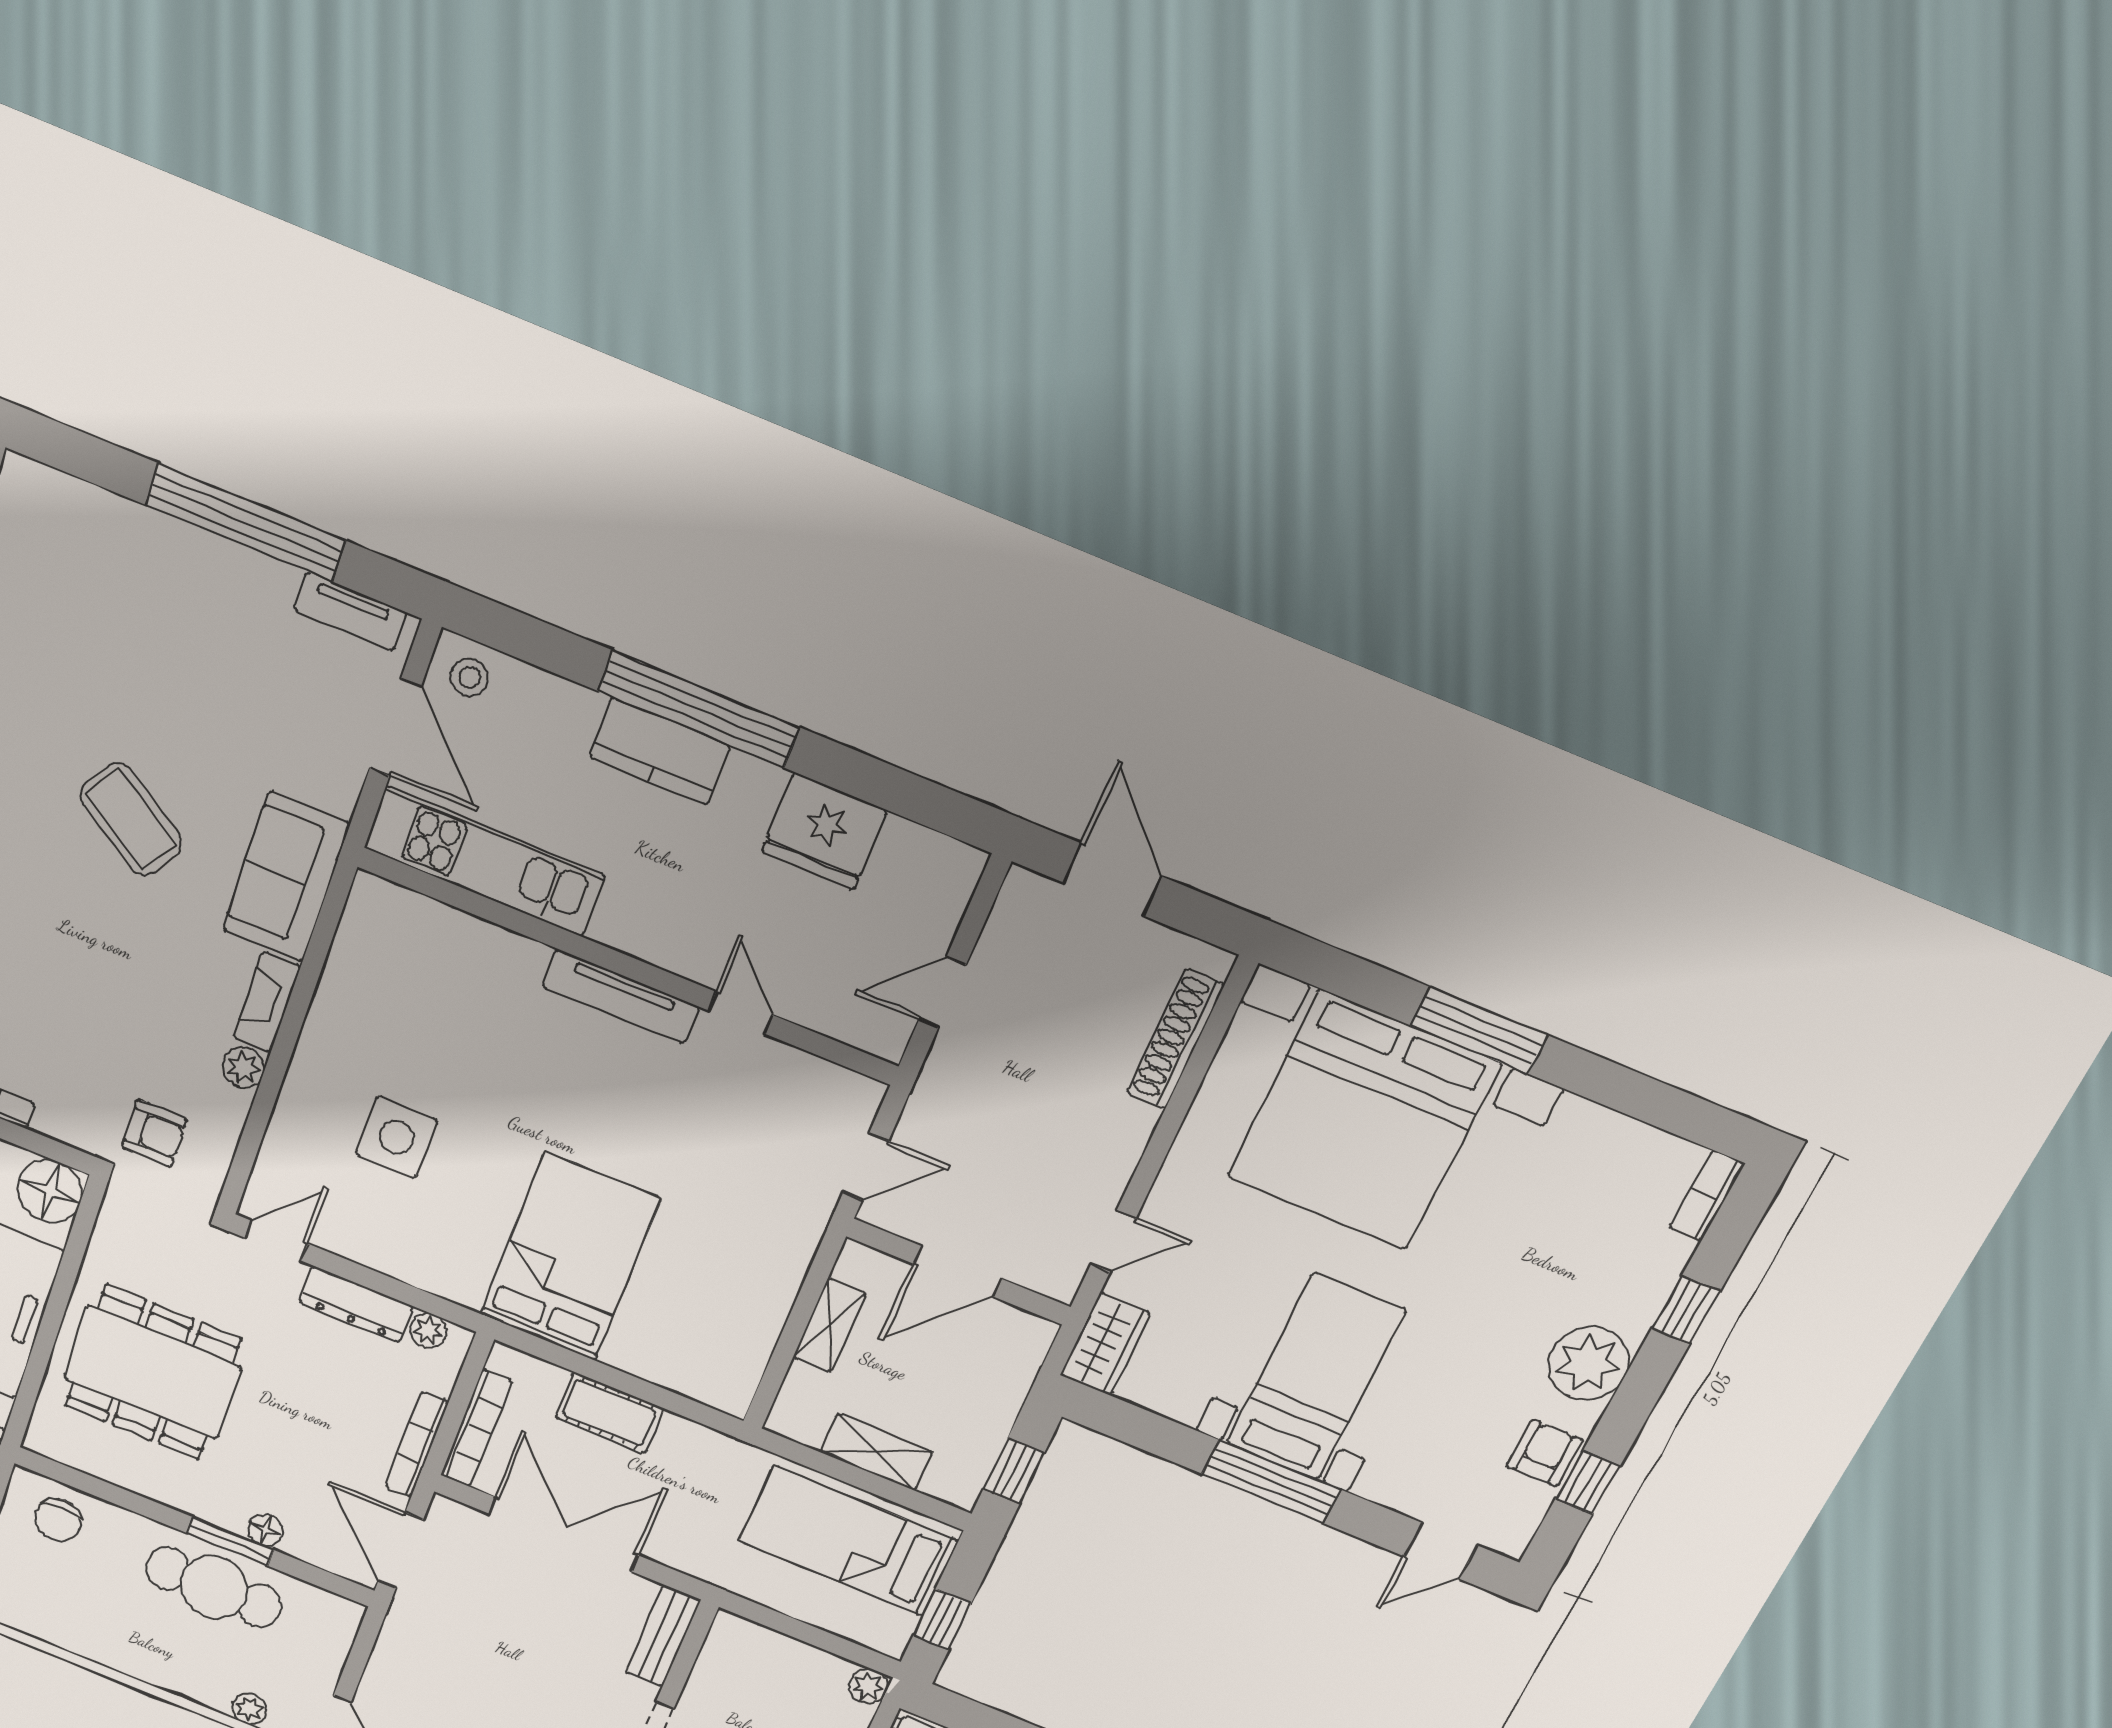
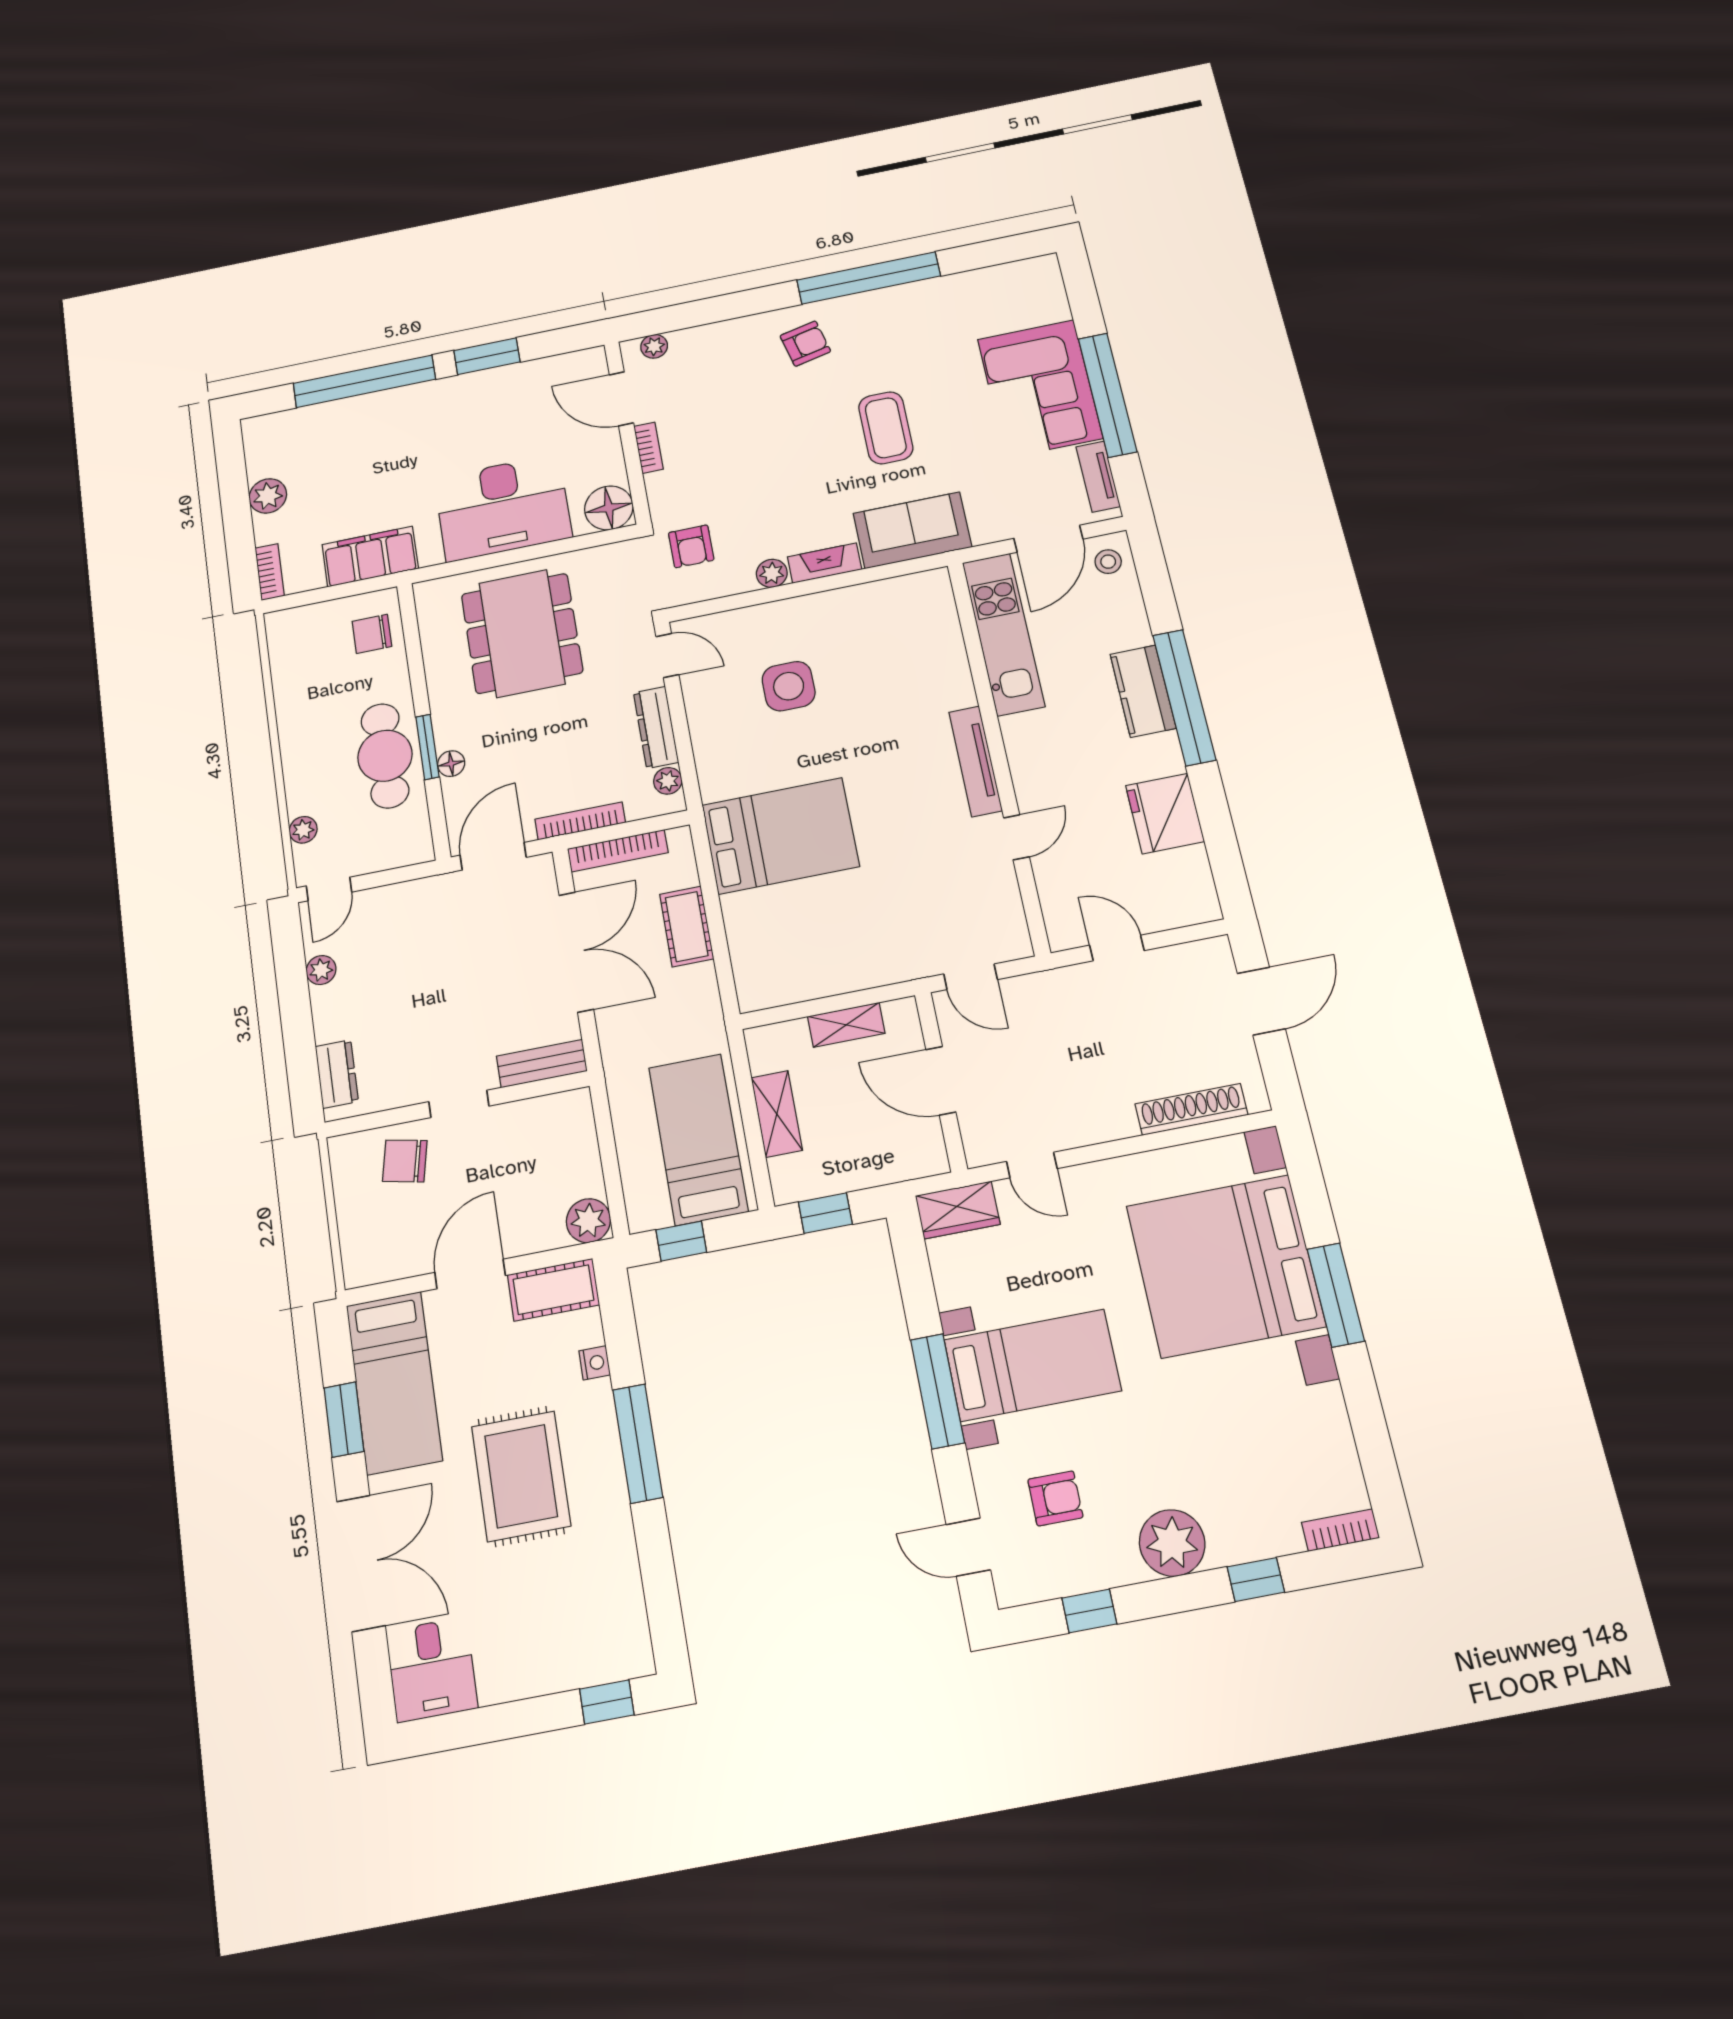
corner sofa: (187, 600) -> (1040, 389), added
coffee table: (131, 819) -> (886, 428), turned -33
armchair: (1545, 1453) -> (1055, 1498), moved
plant: (868, 1686) -> (588, 1221), width x1.38, depth x1.38

